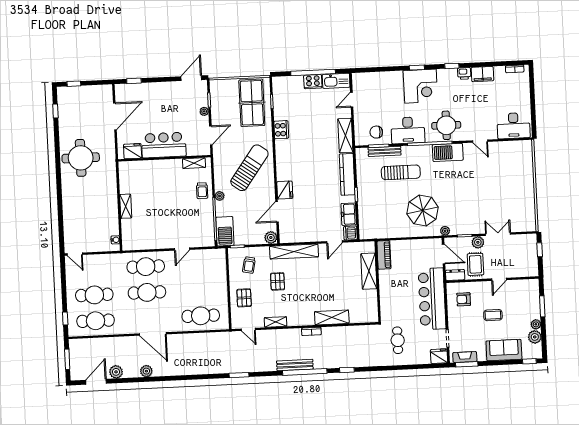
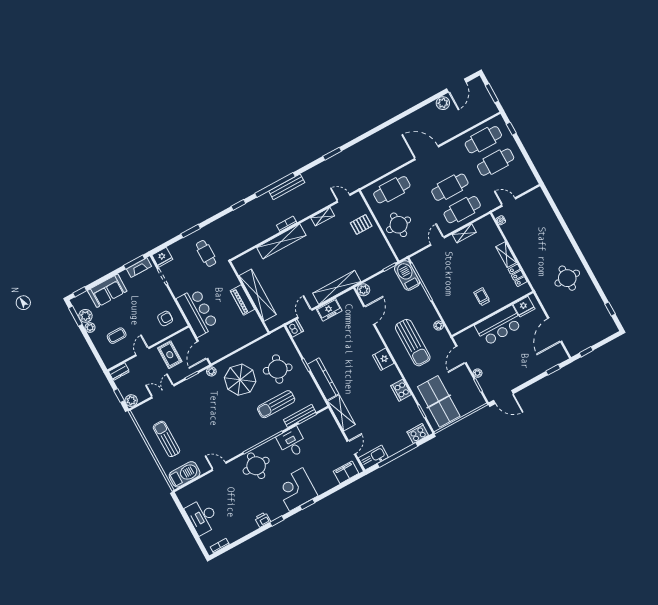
filing cabinet: (482, 74) -> (346, 472), moved
door: (191, 78) -> (503, 397), hinge flipped
cooker: (313, 82) -> (418, 434), moved
window: (74, 84) -> (586, 352), moved
desk: (513, 126) -> (202, 517), moved, turned -90
desk: (408, 130) -> (292, 443), width x0.73
chair: (376, 132) -> (315, 429), removed
barbecue: (448, 152) -> (185, 474), moved
round table: (81, 158) -> (567, 278), width x0.73, depth x0.73
shelving: (194, 163) -> (464, 233), moved
sun lounger: (249, 168) -> (413, 343), turned -36
locker: (125, 182) -> (517, 275), added
sun lounger: (516, 189) -> (166, 439), added
fridge: (285, 190) -> (383, 359), moved
trolley: (202, 191) -> (482, 297), moved
plant: (220, 196) -> (439, 326), moved
round table: (384, 204) -> (278, 369), added
freezer: (349, 214) -> (329, 310), moved, turned 90
double door: (498, 234) -> (163, 391), swing flipped
plant: (478, 242) -> (131, 401), moved
door: (75, 254) -> (509, 202), moved
door: (444, 254) -> (203, 350), hinge flipped
piano: (384, 255) -> (242, 300), moved
trolley: (249, 265) -> (371, 256), removed
shelving: (369, 271) -> (258, 295), width x1.47
dresser: (455, 275) -> (119, 372), moved
round table: (210, 281) -> (399, 225), added
pallet: (278, 281) -> (338, 254), removed
pallet: (244, 298) -> (361, 224), turned 90
bar counter: (432, 299) -> (197, 312), width x0.73
window: (542, 306) -> (75, 316), moved
coffee table: (493, 315) -> (117, 336), moved
shelving: (332, 318) -> (281, 241), width x1.47
window: (402, 367) -> (191, 231), added
plant: (146, 371) -> (416, 117), removed

